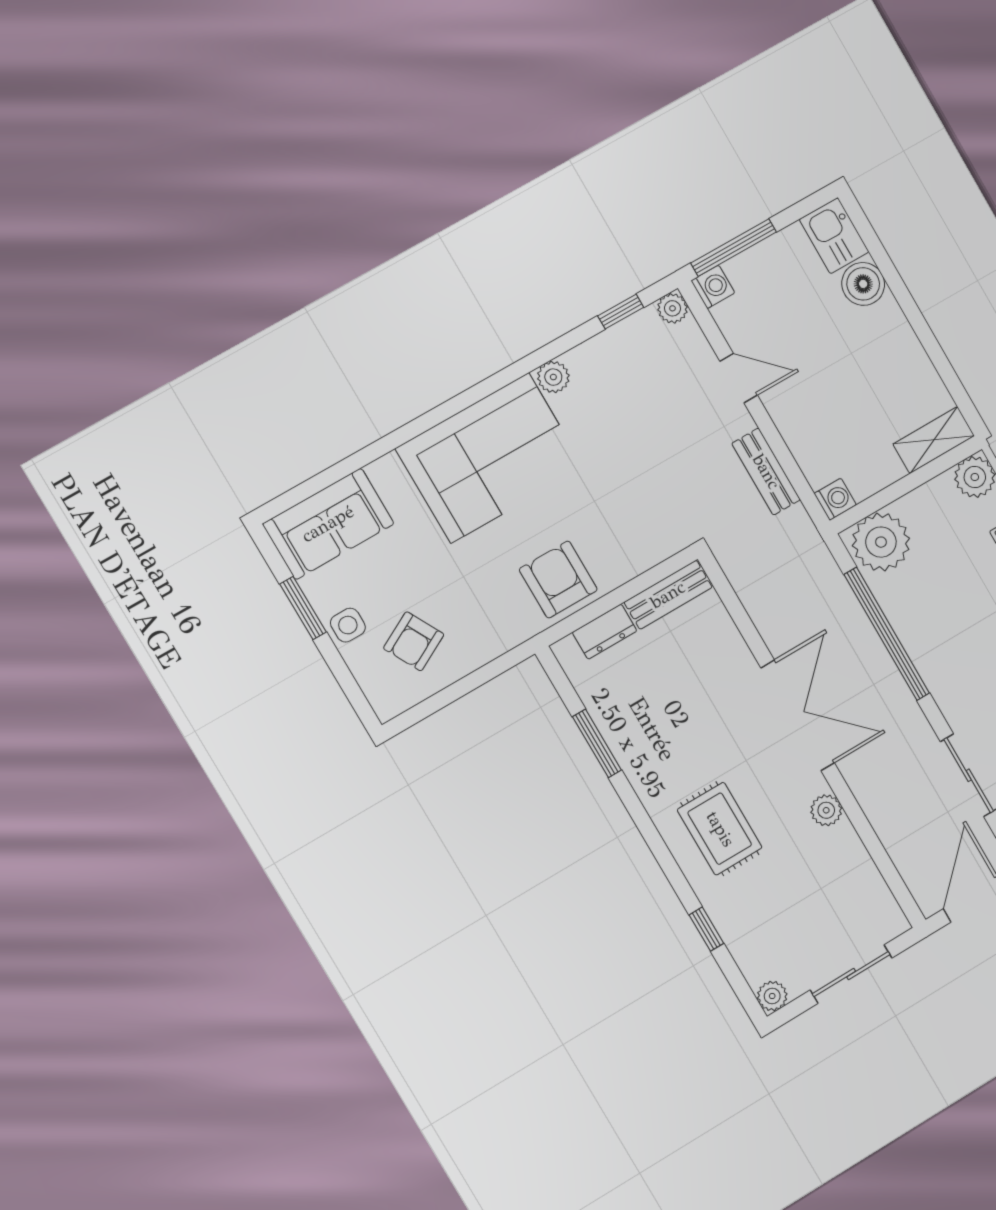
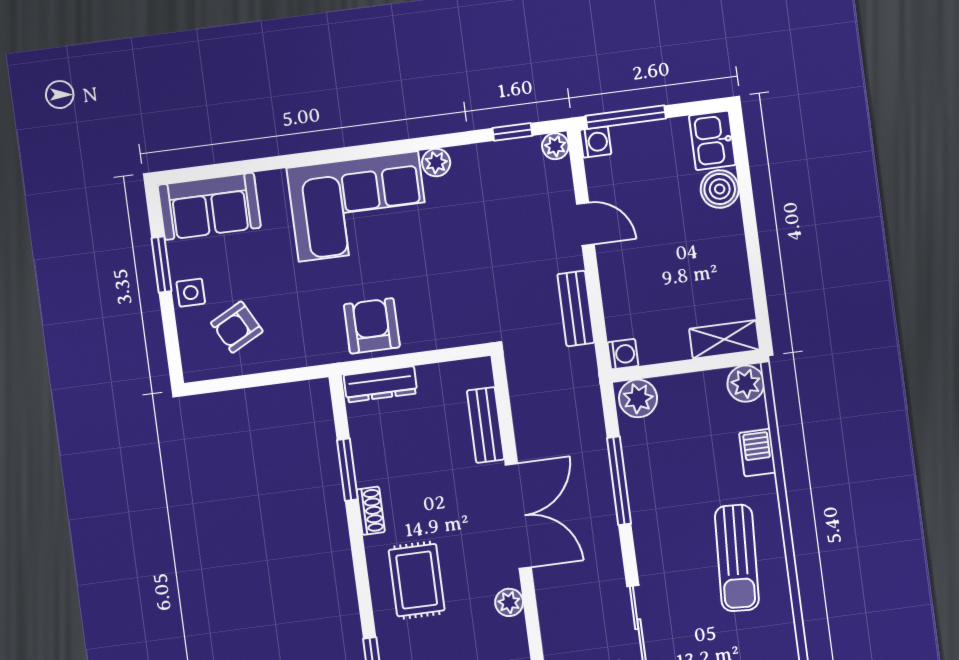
plant: (881, 542) -> (638, 398), width x0.73, depth x0.73
bench: (668, 595) -> (486, 425), moved, turned 90
dresser: (605, 632) -> (380, 384), width x1.44
window: (887, 634) -> (619, 481), width x0.68
shoe rack: (640, 776) -> (371, 511), added

